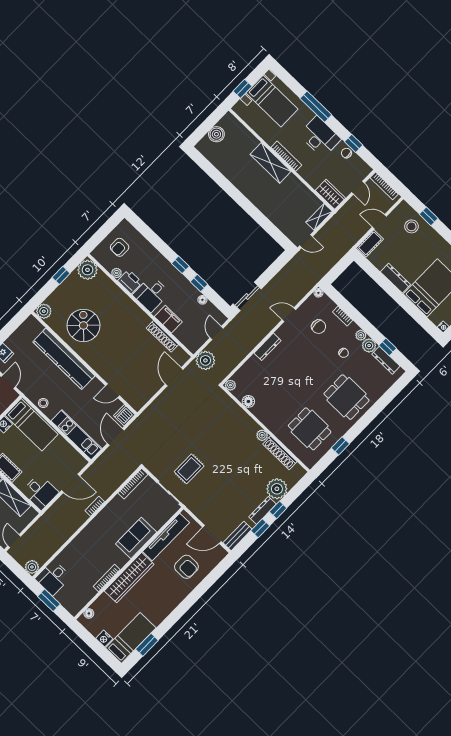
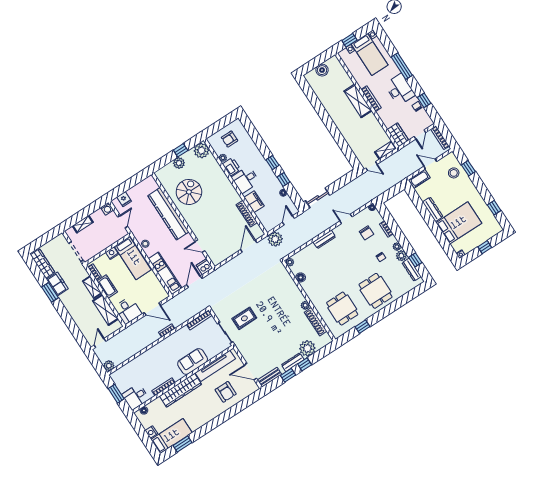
plant: (44, 311) -> (179, 163), moved
desk: (53, 578) -> (136, 397), moved

